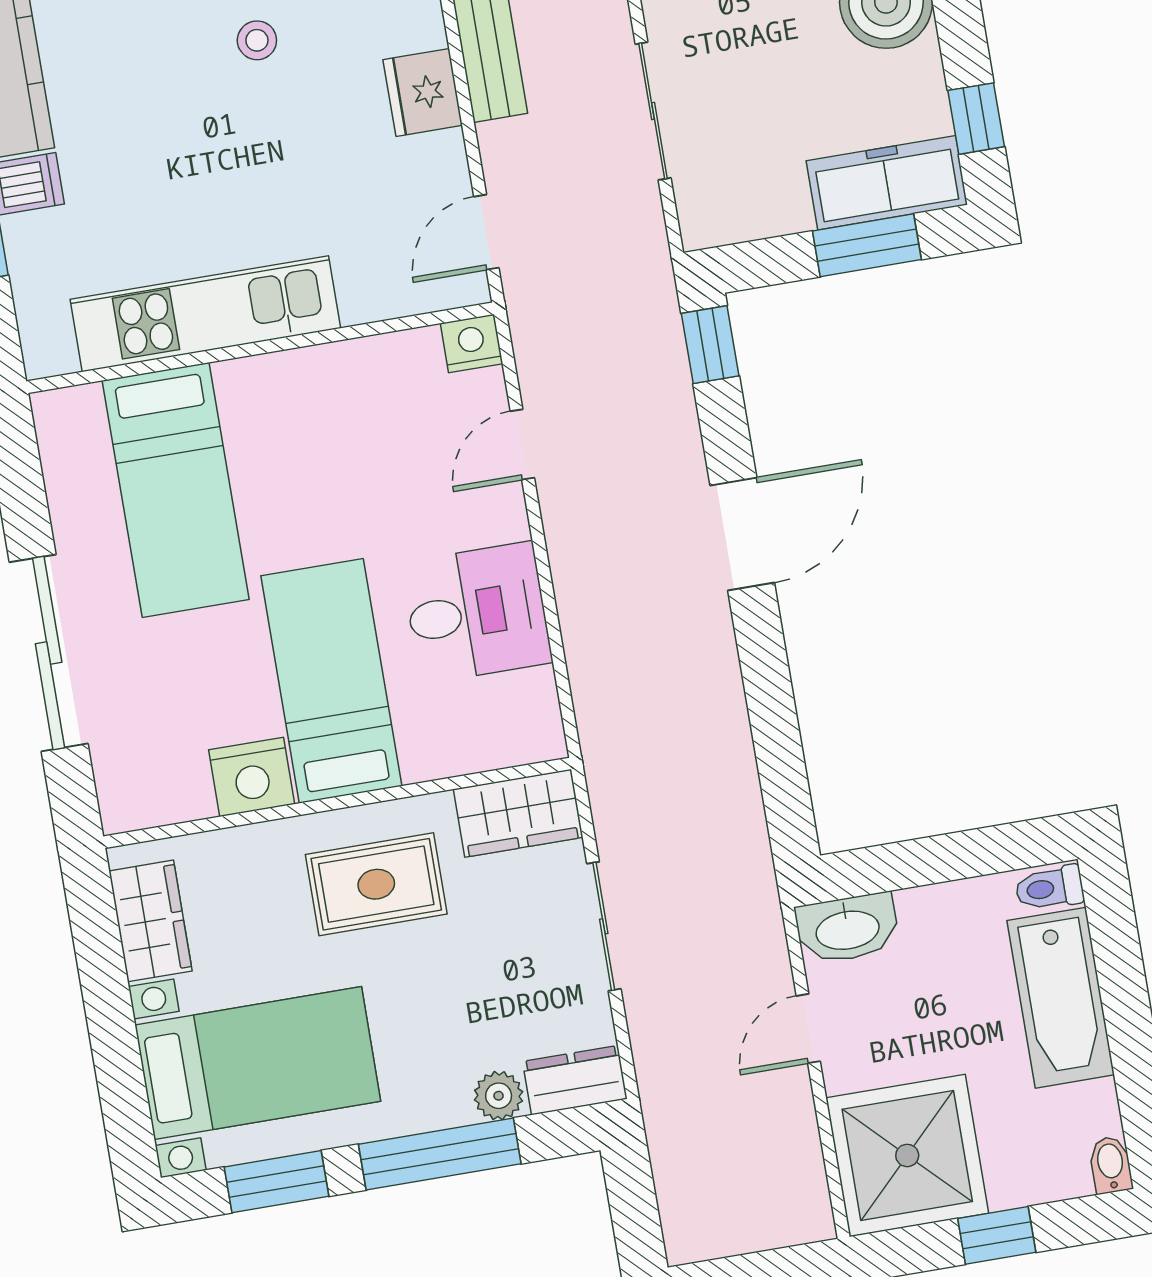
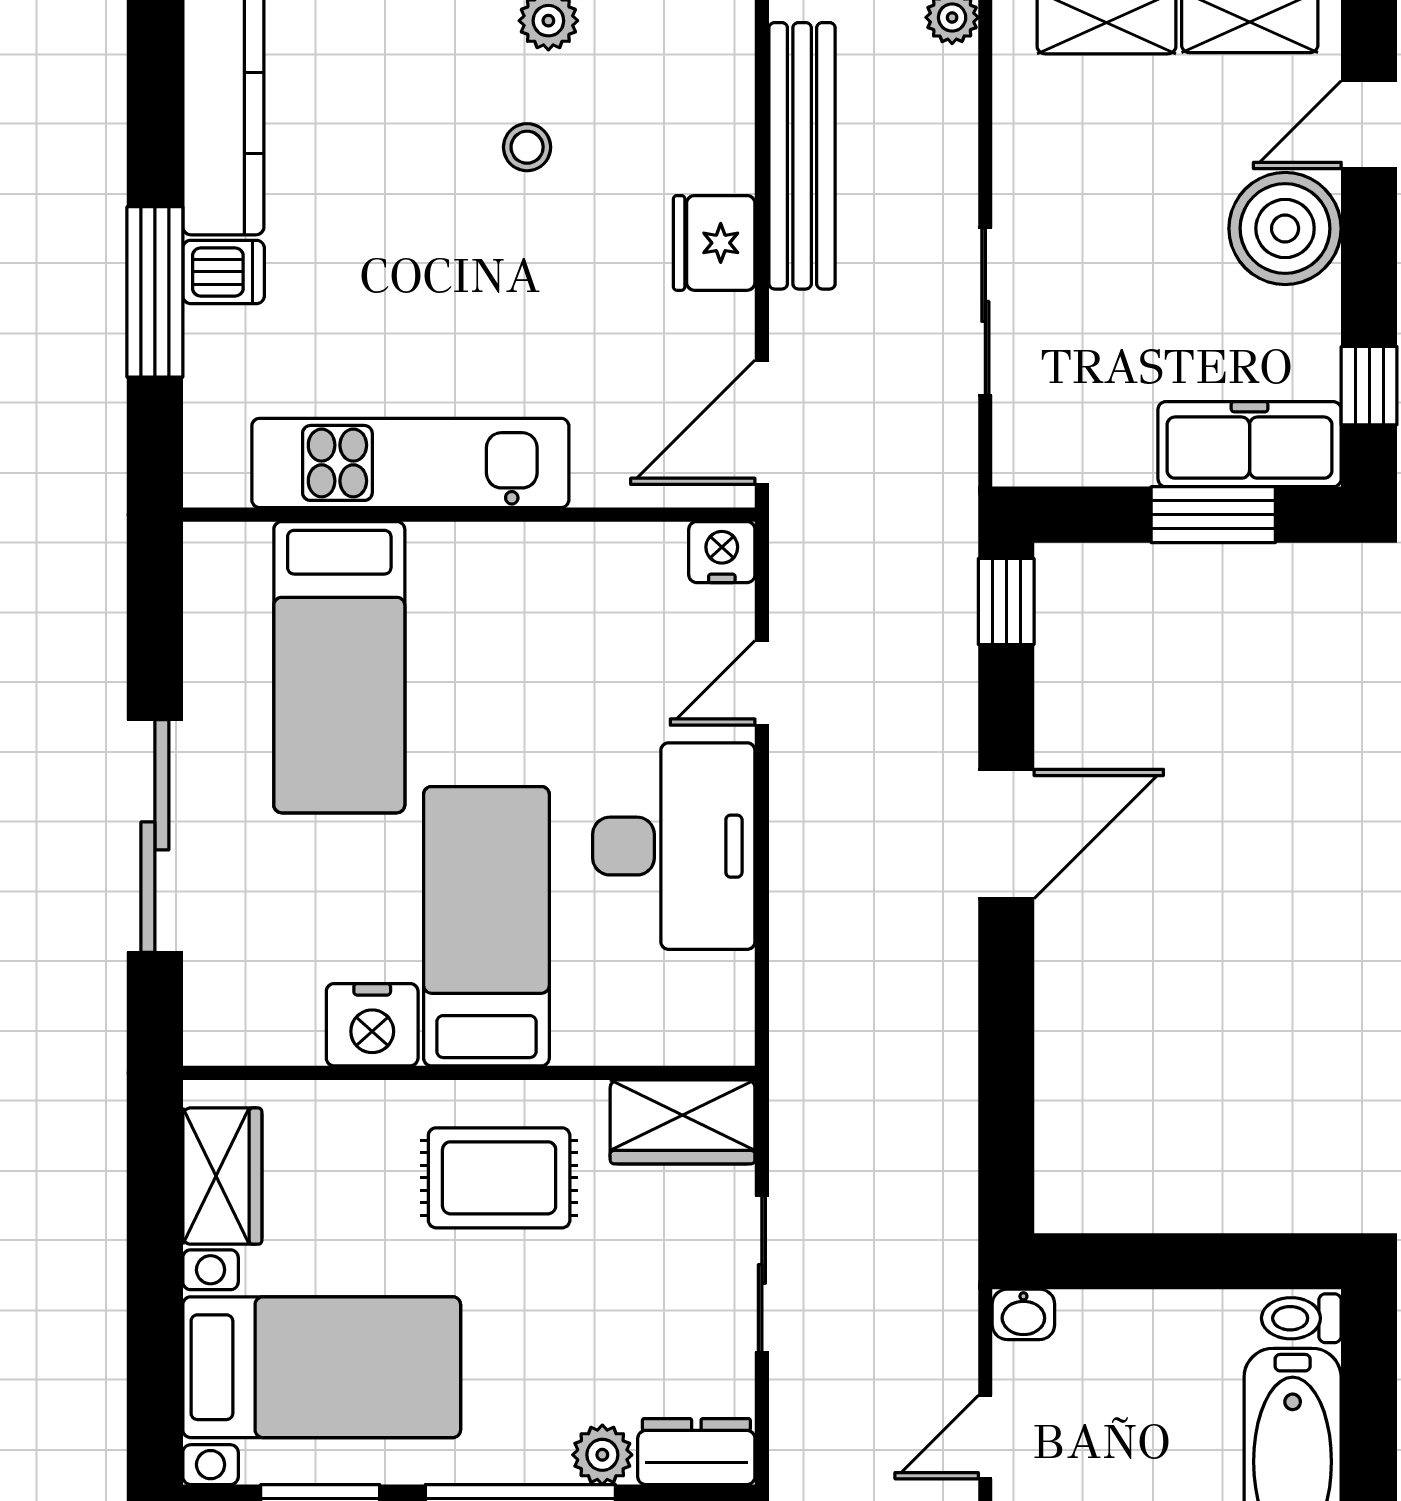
door: (486, 232) -> (762, 422), width x1.38
desk: (477, 613) -> (674, 846), width x1.37
washbasin: (847, 929) -> (1023, 1314), width x0.52, depth x0.69

